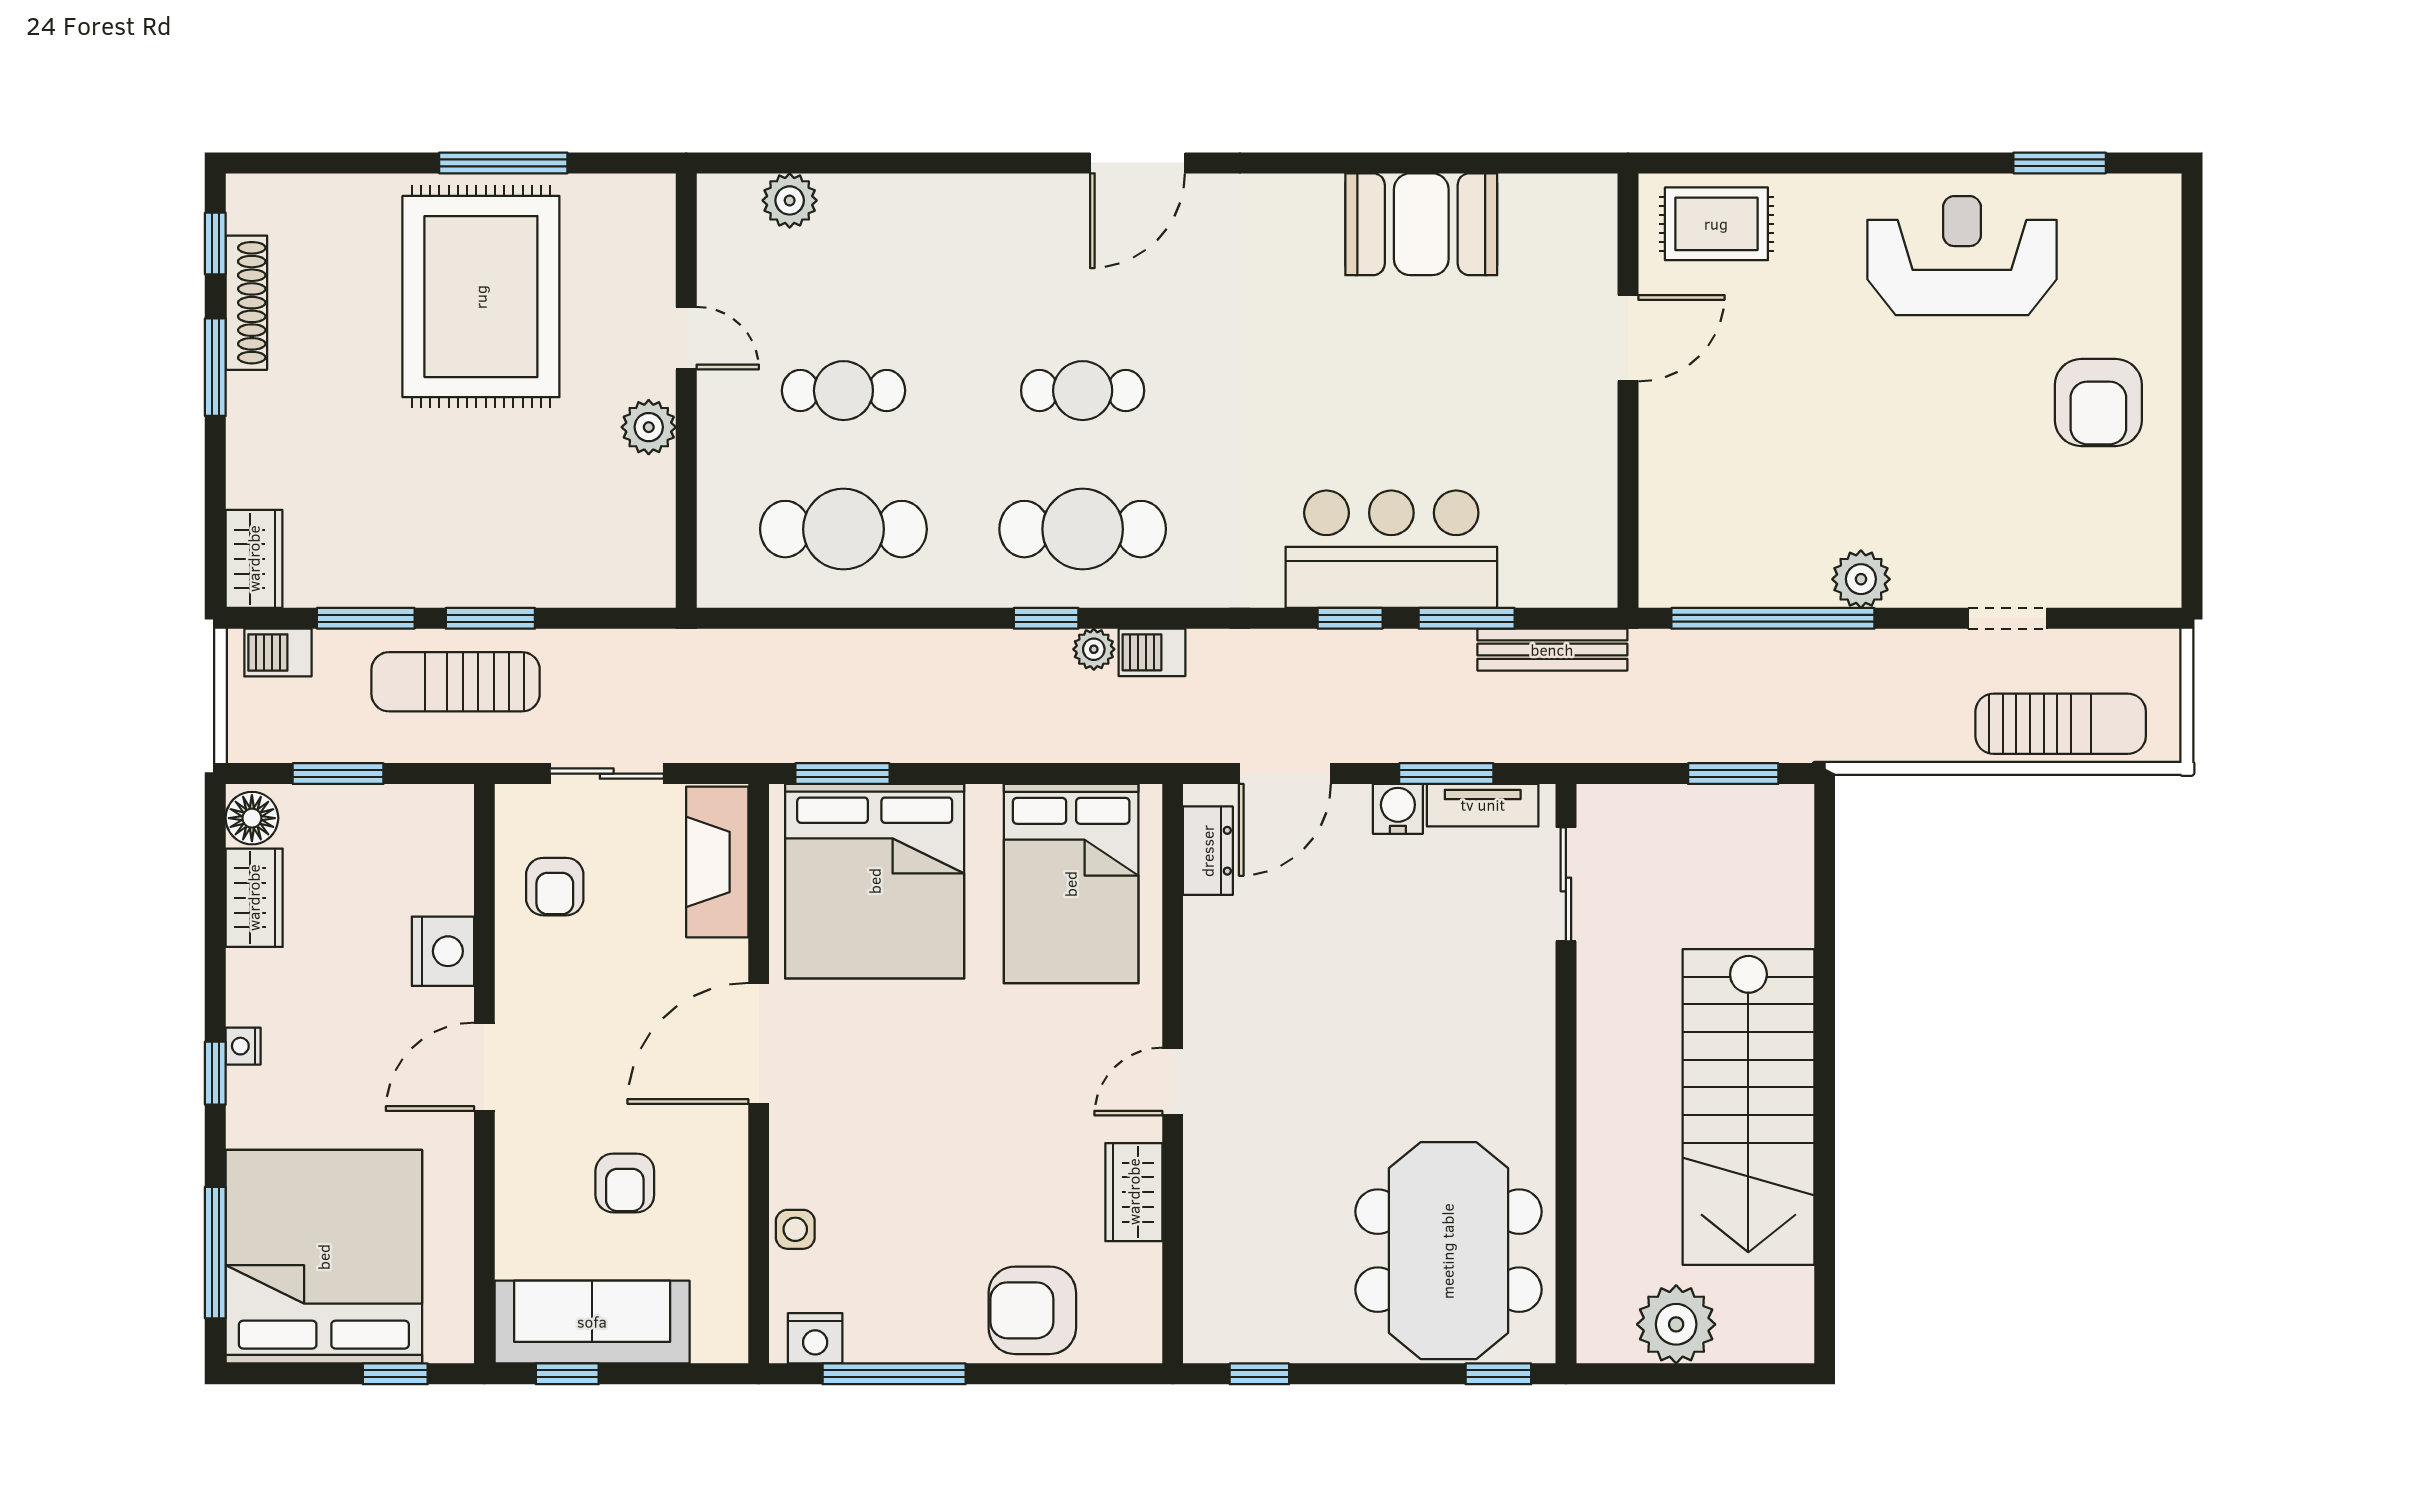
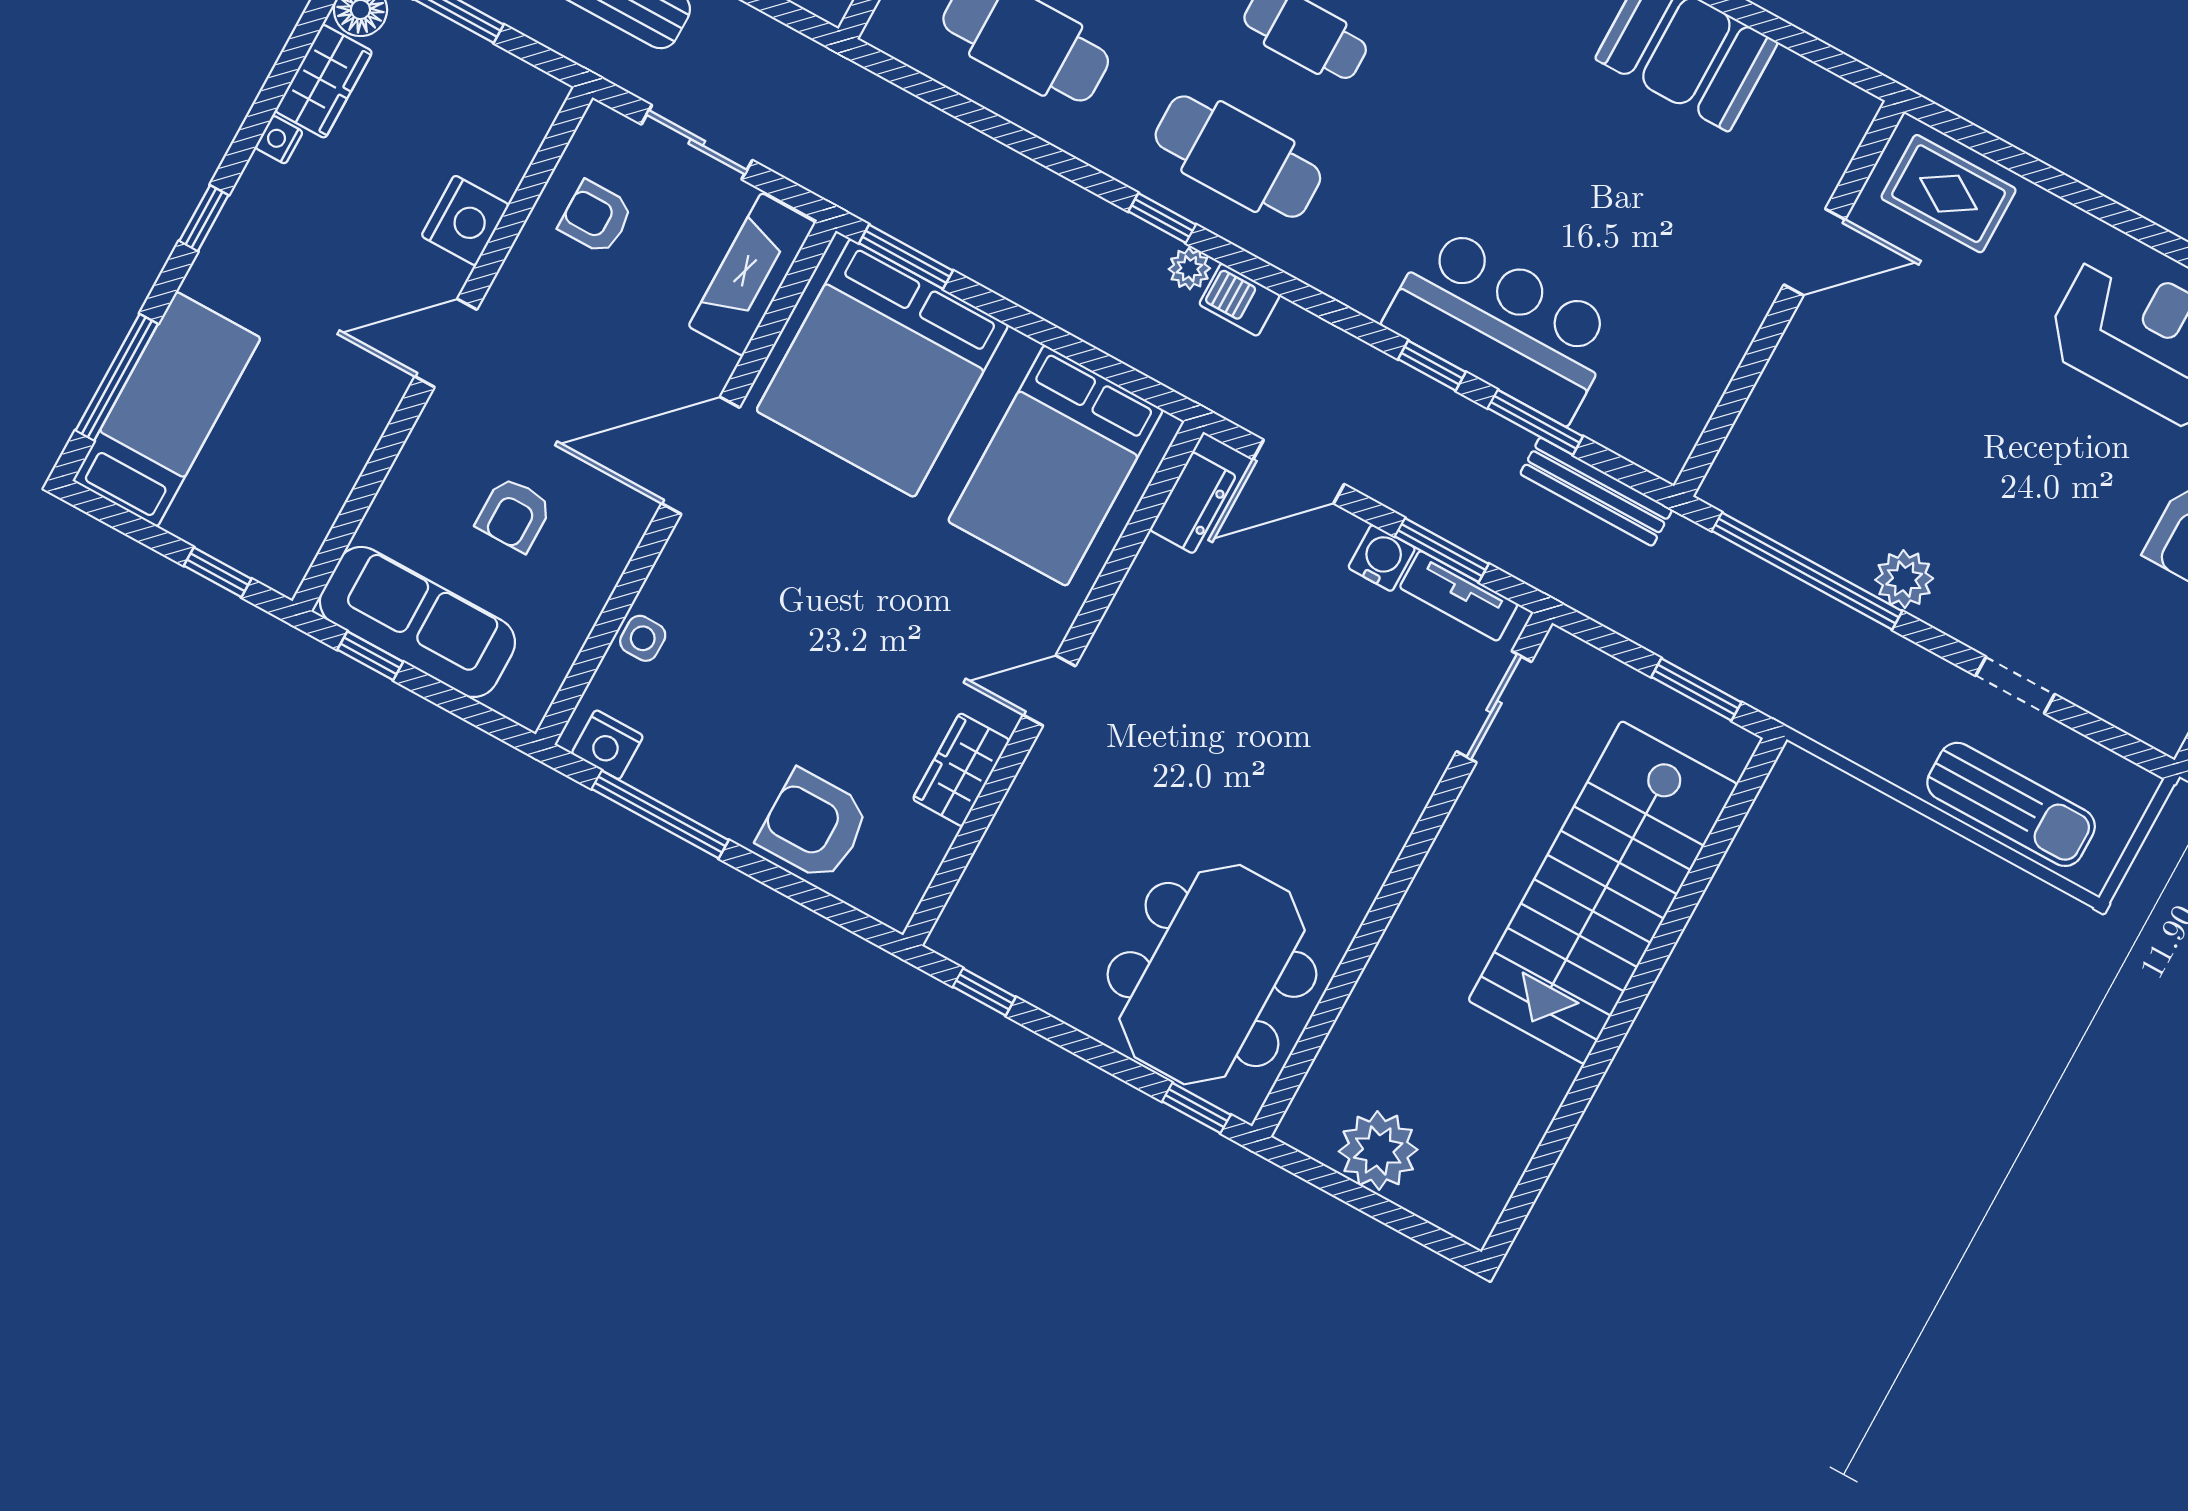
armchair: (555, 887) -> (596, 217), turned 90
nightstand: (243, 1046) -> (279, 140), moved
stairs: (1748, 1107) -> (1603, 892), moved
bed: (324, 1257) -> (167, 409), width x0.49

